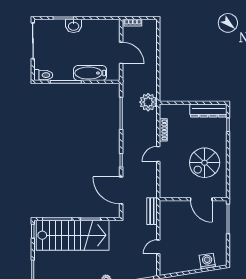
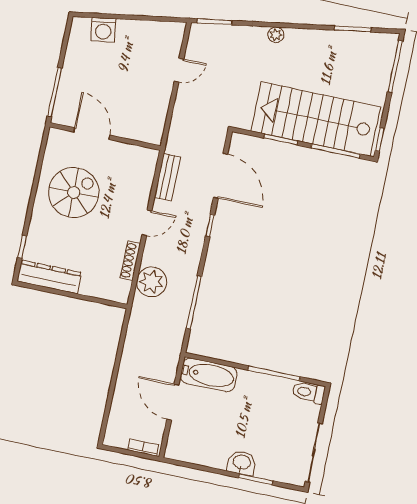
bathtub: (90, 73) -> (209, 375), moved
plant: (148, 102) -> (152, 282), moved
bench: (152, 211) -> (167, 177), moved

